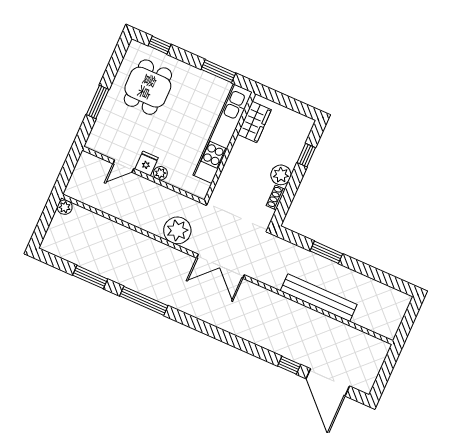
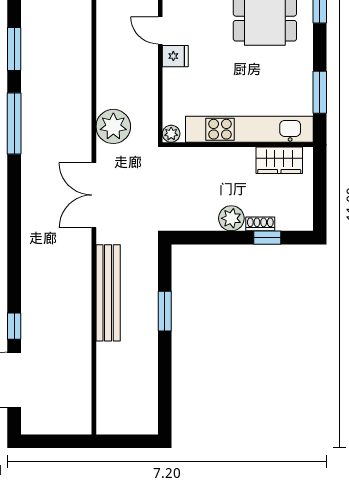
plant: (160, 173) -> (171, 134), moved
shoe rack: (276, 197) -> (260, 224), moved
bench: (319, 298) -> (108, 293), moved

